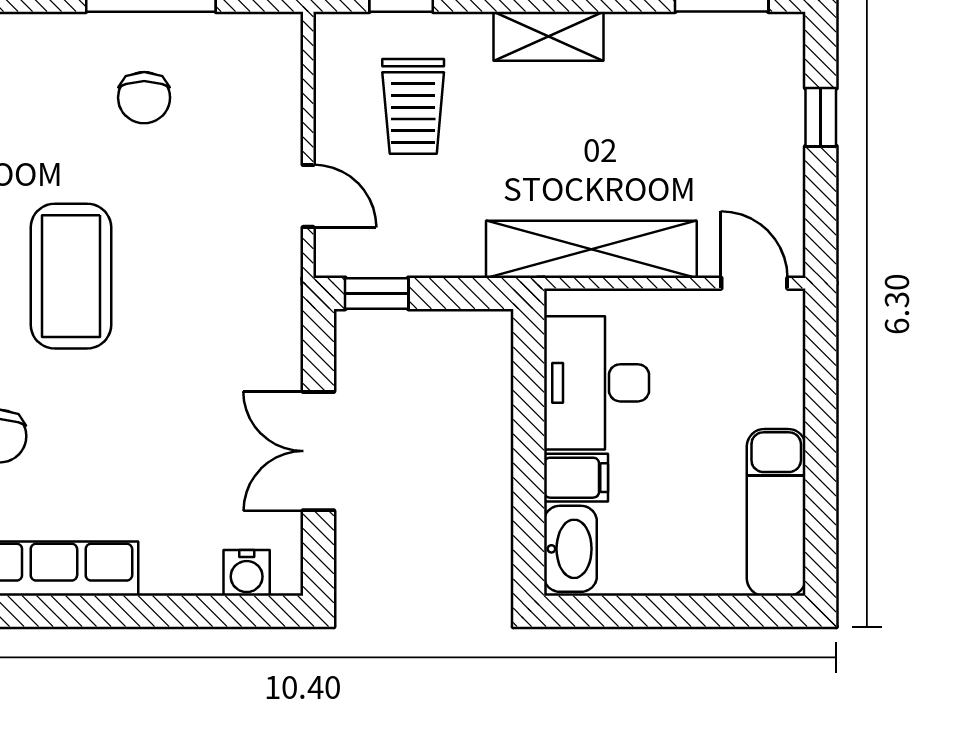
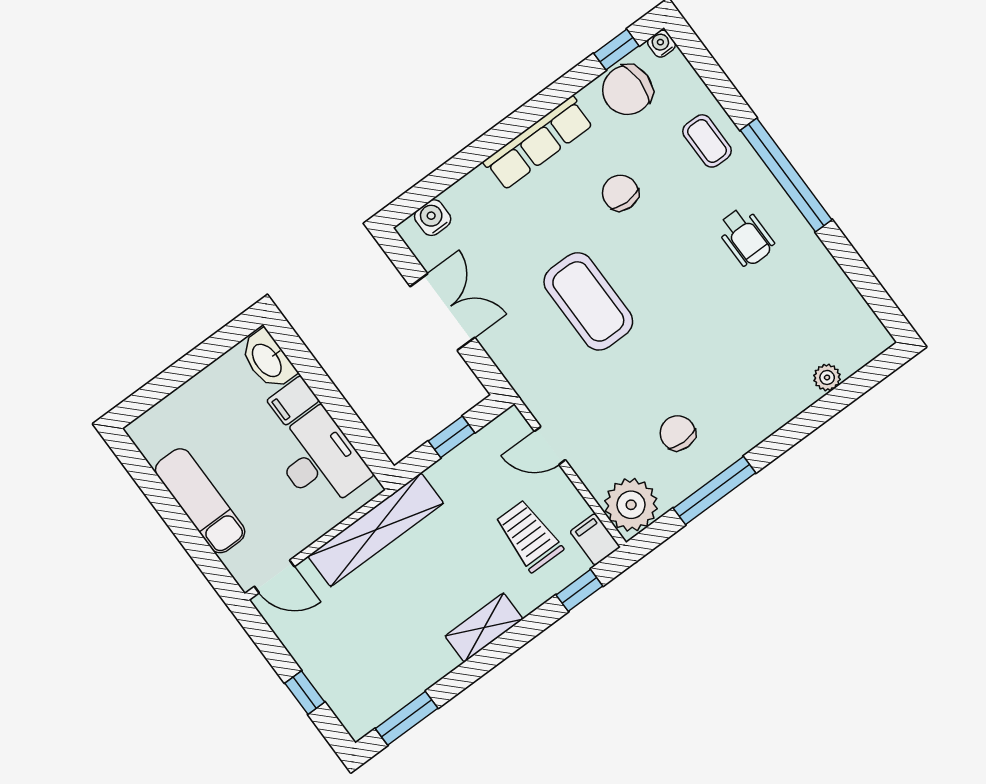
filing cabinet: (337, 43) -> (595, 539), added
plant: (263, 53) -> (631, 505), added
coffee table: (71, 276) -> (588, 301), moved
window: (377, 293) -> (452, 437), moved
exam couch: (776, 512) -> (200, 501), moved

